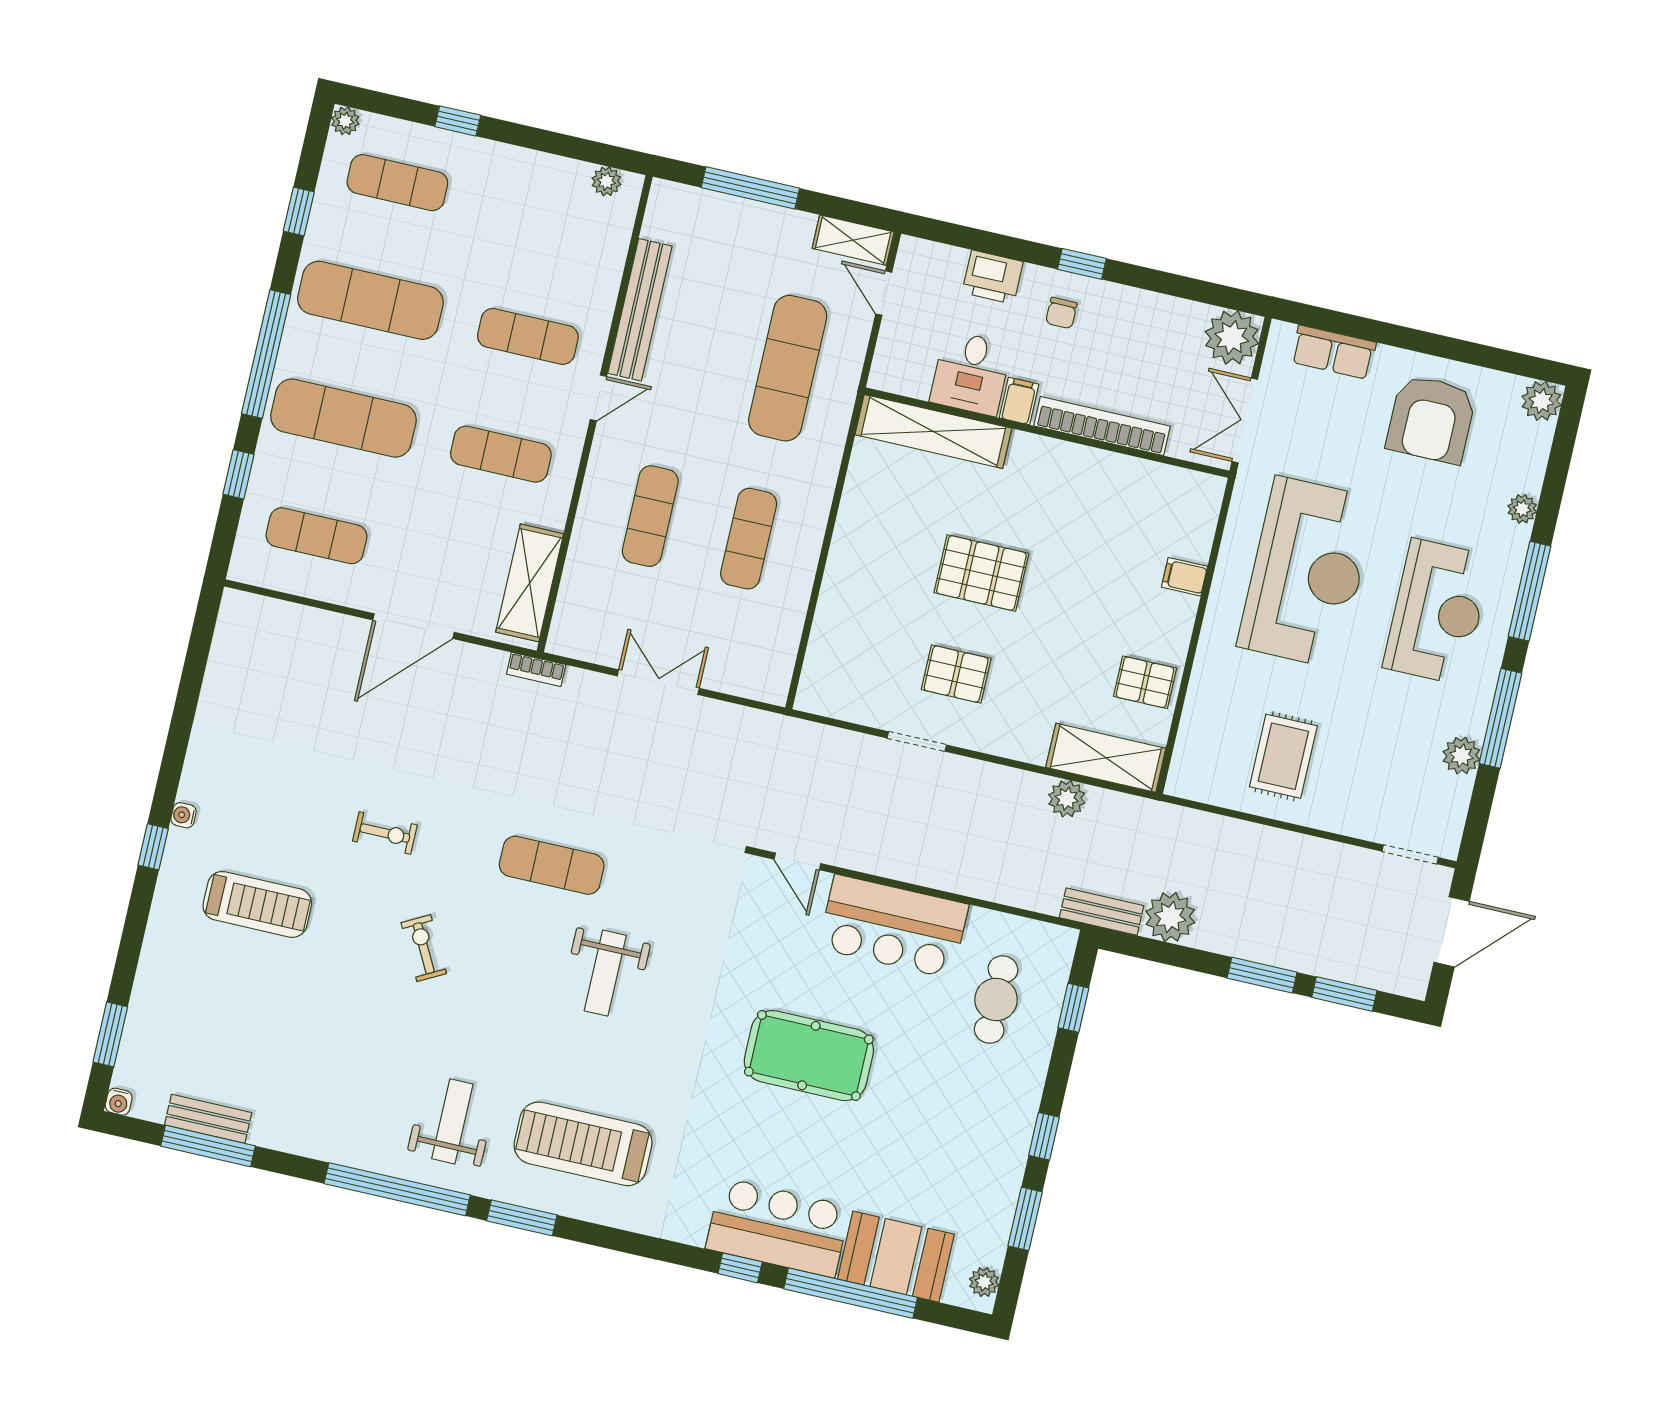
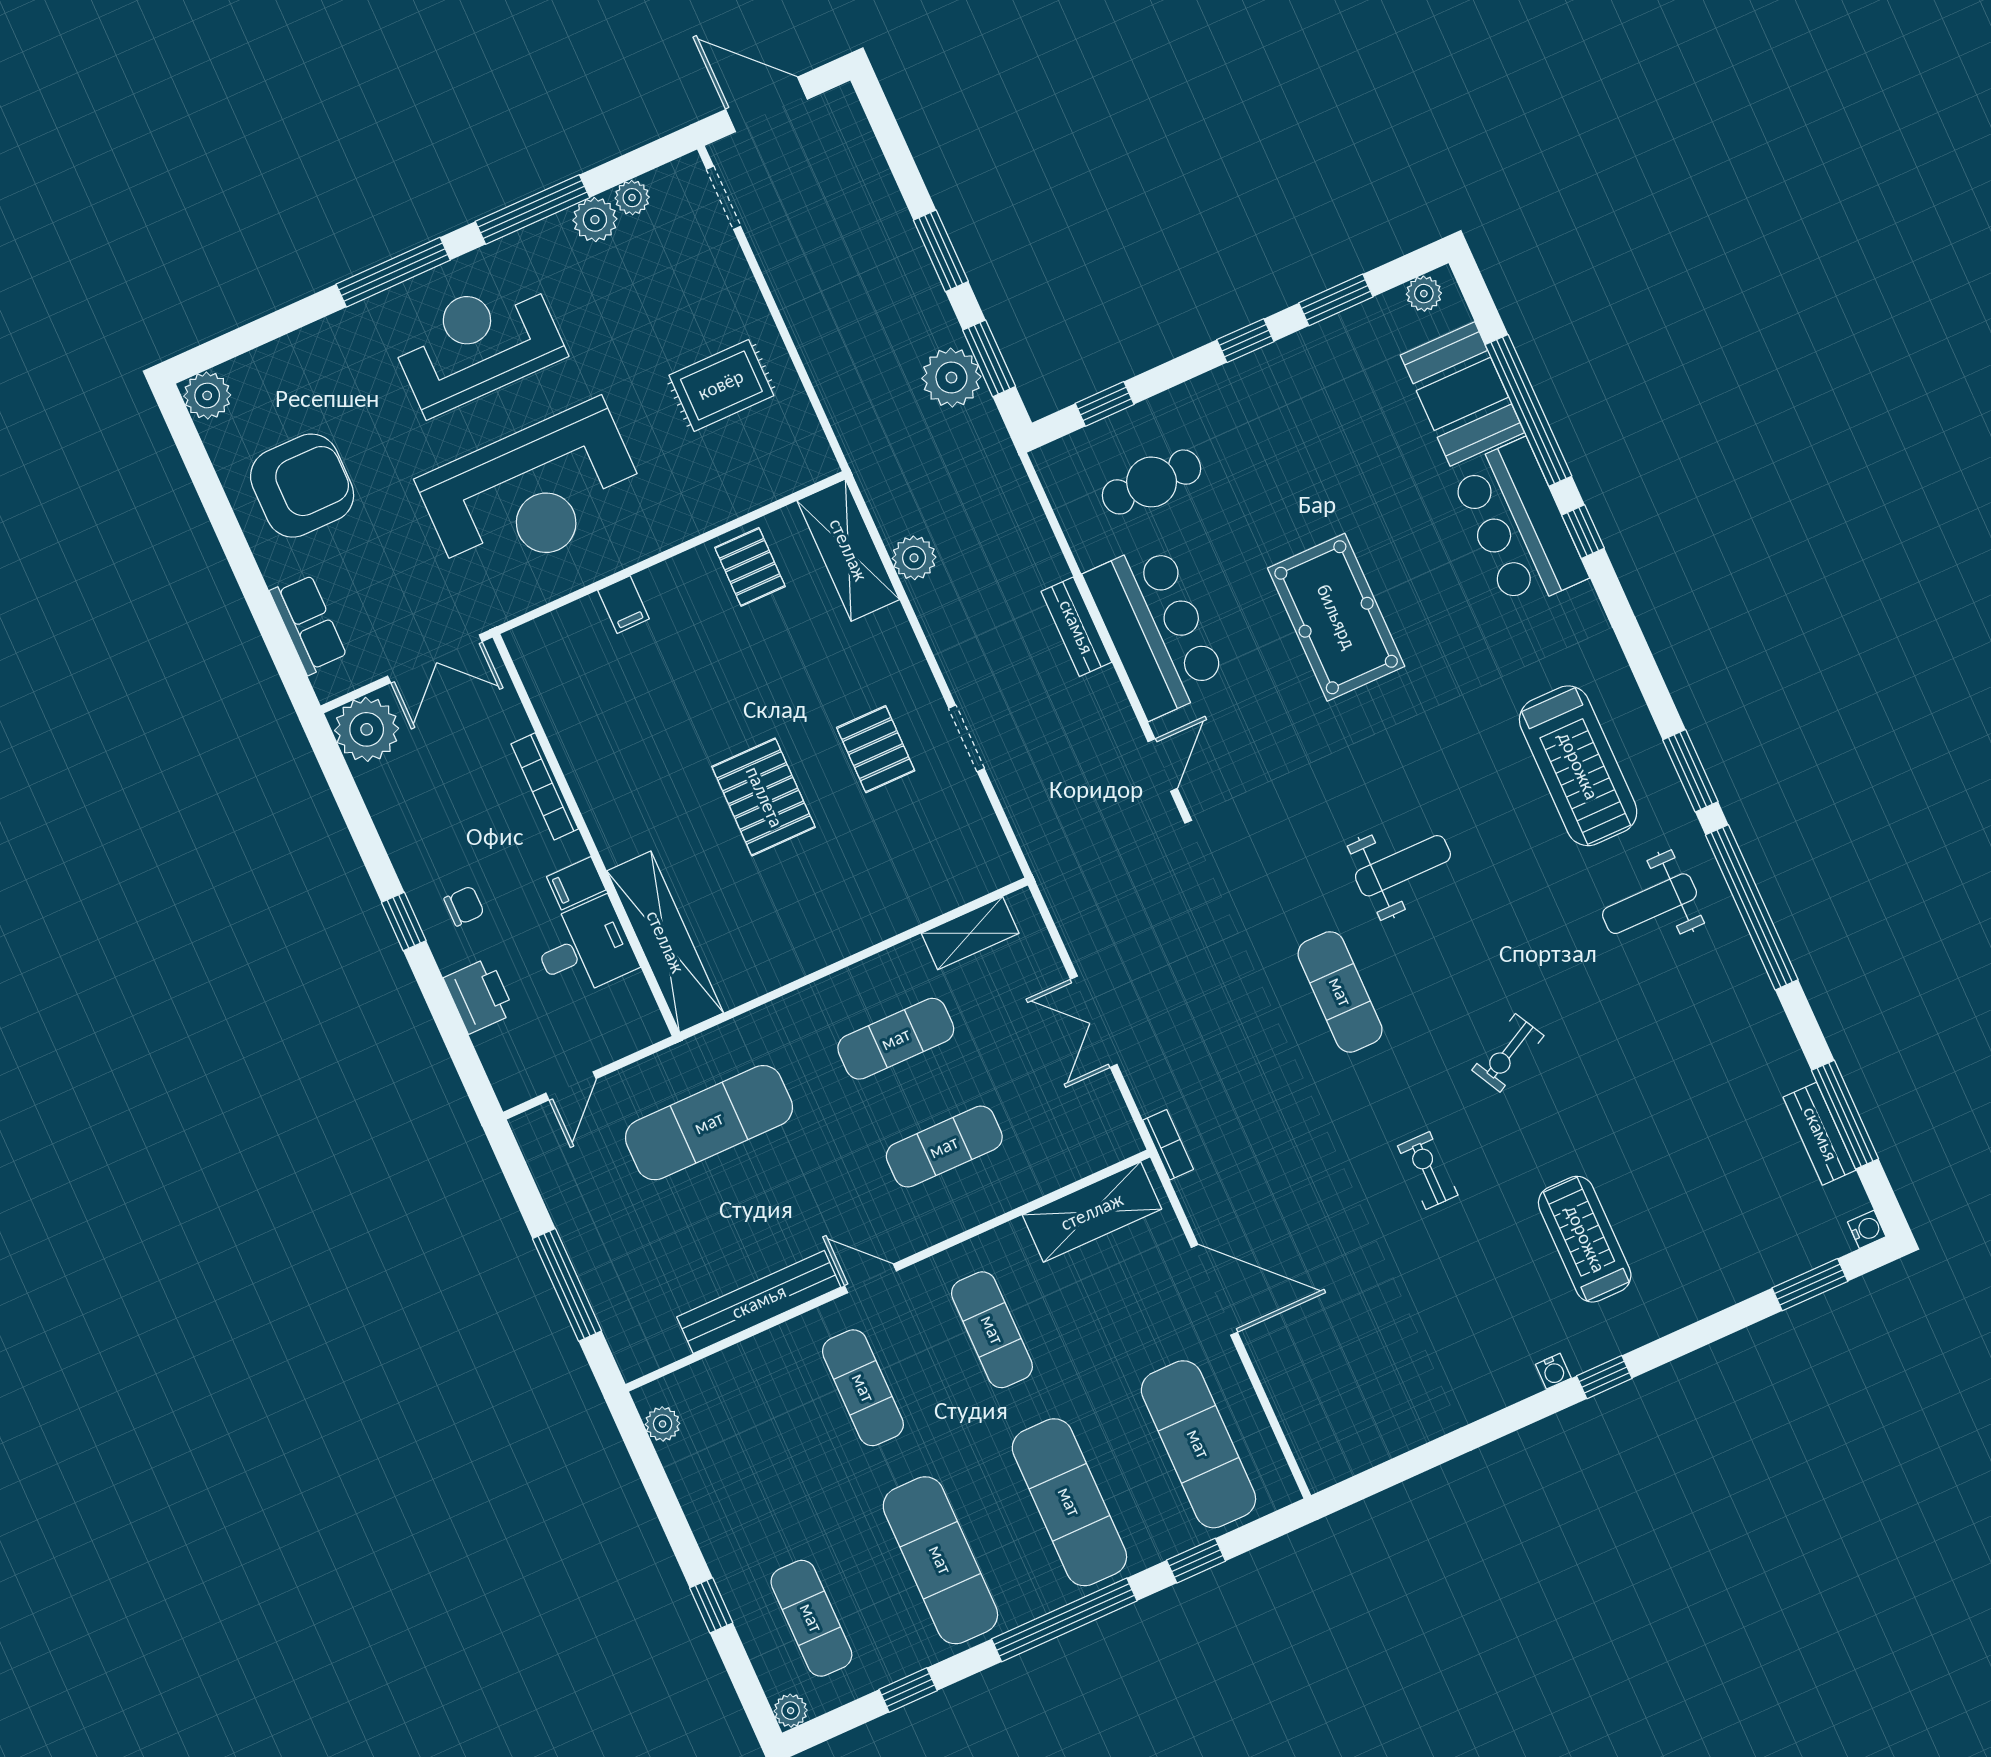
shelving: (853, 240) -> (970, 933), moved, turned 90
bookcase: (1102, 426) -> (545, 786), width x0.68, depth x0.76
plant: (1522, 509) -> (632, 198), moved
exercise mat: (316, 536) -> (1198, 1444), width x1.36, depth x1.45
reception desk: (1307, 572) -> (533, 493), turned 180
bench: (1102, 912) -> (1076, 627), moved
window: (1344, 994) -> (989, 358), moved

